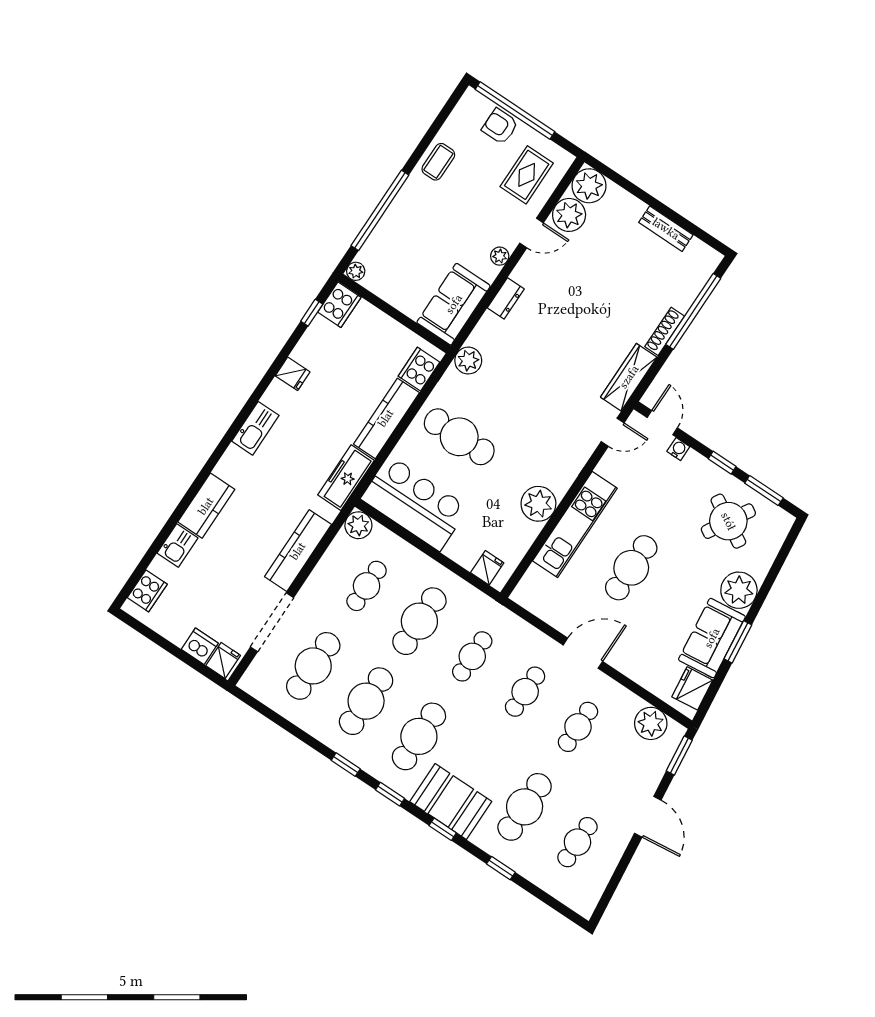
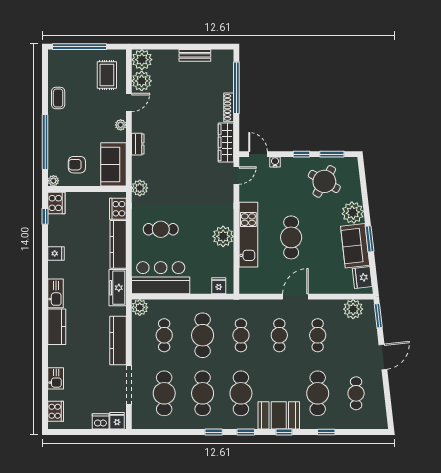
armchair: (500, 126) -> (77, 165), moved
cafe table: (459, 437) -> (161, 229), width x0.73, depth x0.74
kitchen counter: (206, 506) -> (57, 327), moved
door: (648, 817) -> (383, 357), hinge flipped

